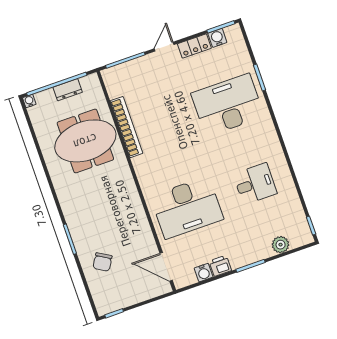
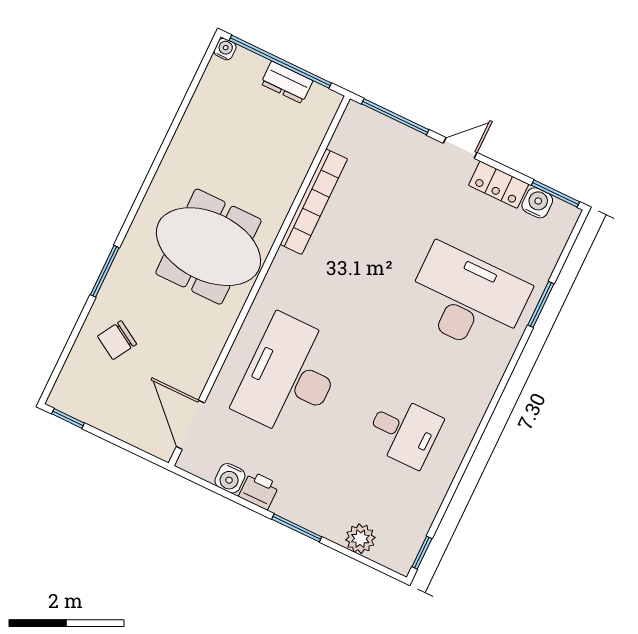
meeting table: (85, 141) -> (208, 247), moved
desk: (187, 207) -> (290, 377), turned 90

